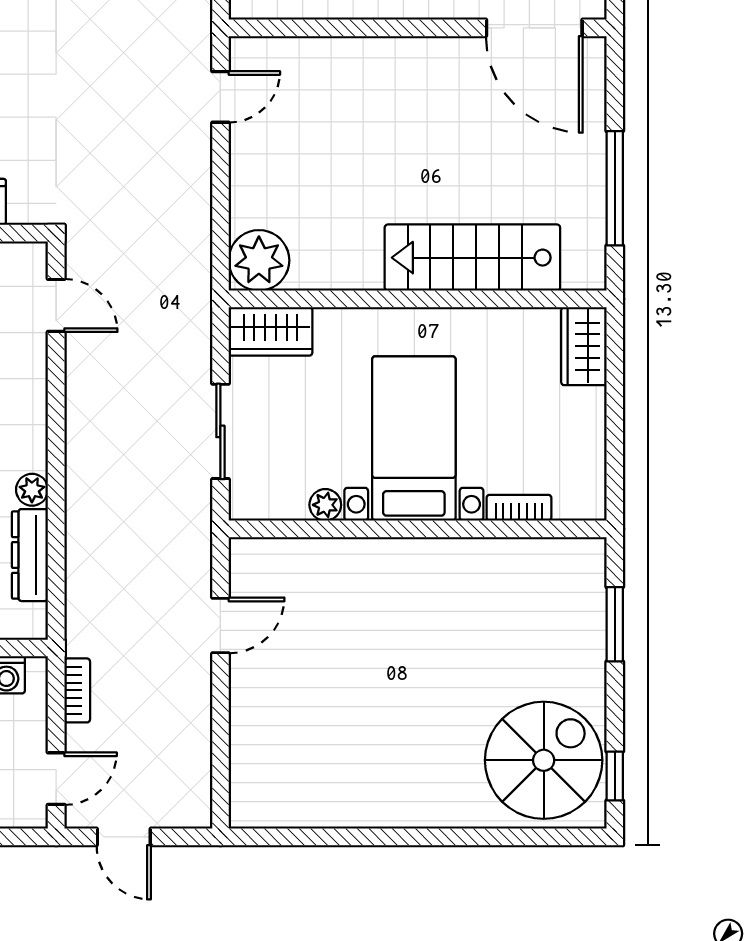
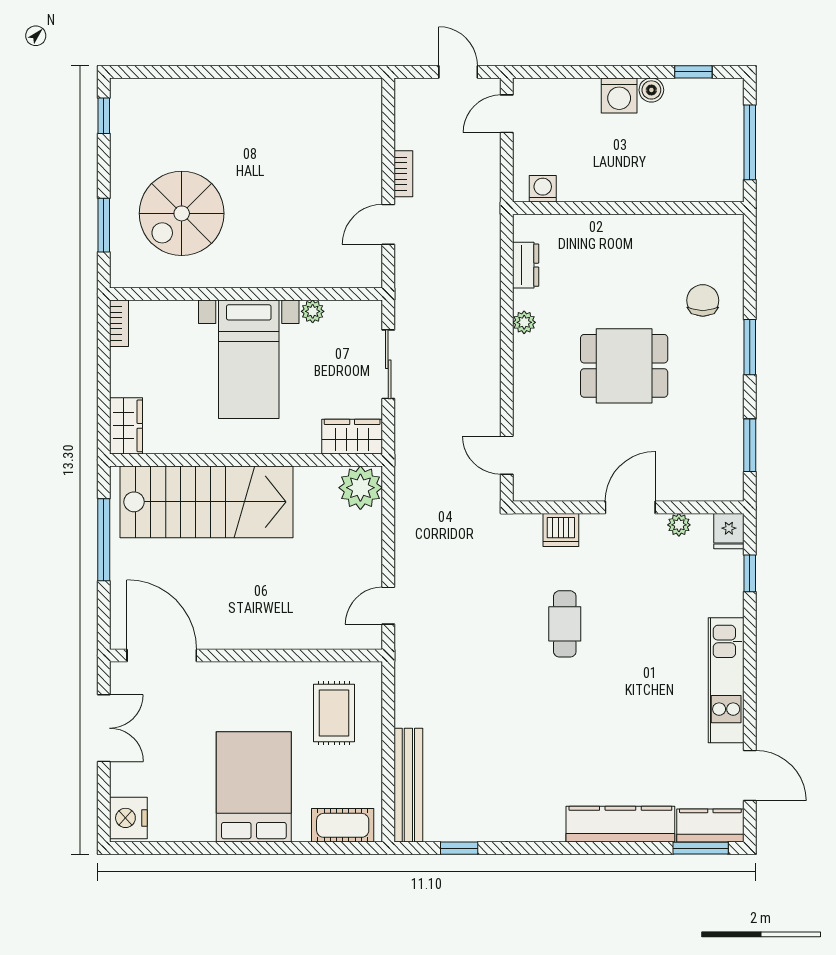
stairs: (472, 258) -> (207, 502), width x1.36, depth x1.51
bookcase: (519, 508) -> (119, 323), moved, turned -90
dresser: (30, 555) -> (526, 265), width x0.70
bookcase: (77, 690) -> (403, 174), moved, turned 180
spiral stairs: (544, 760) -> (182, 213), moved

